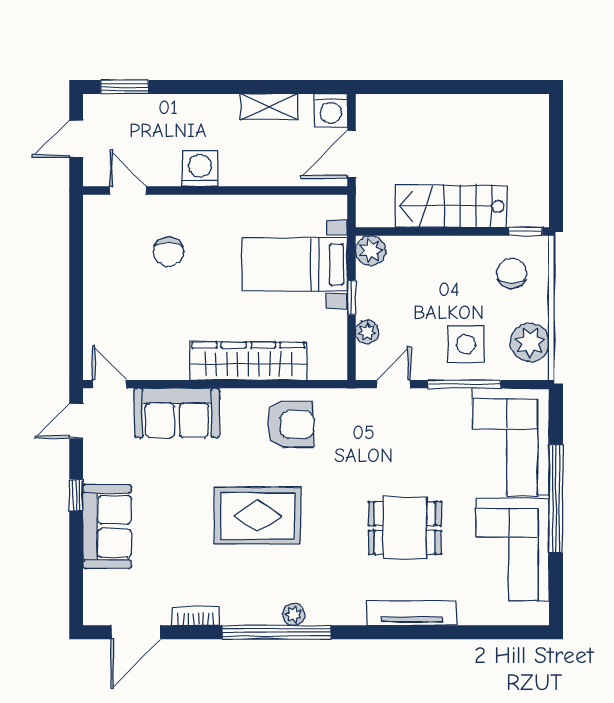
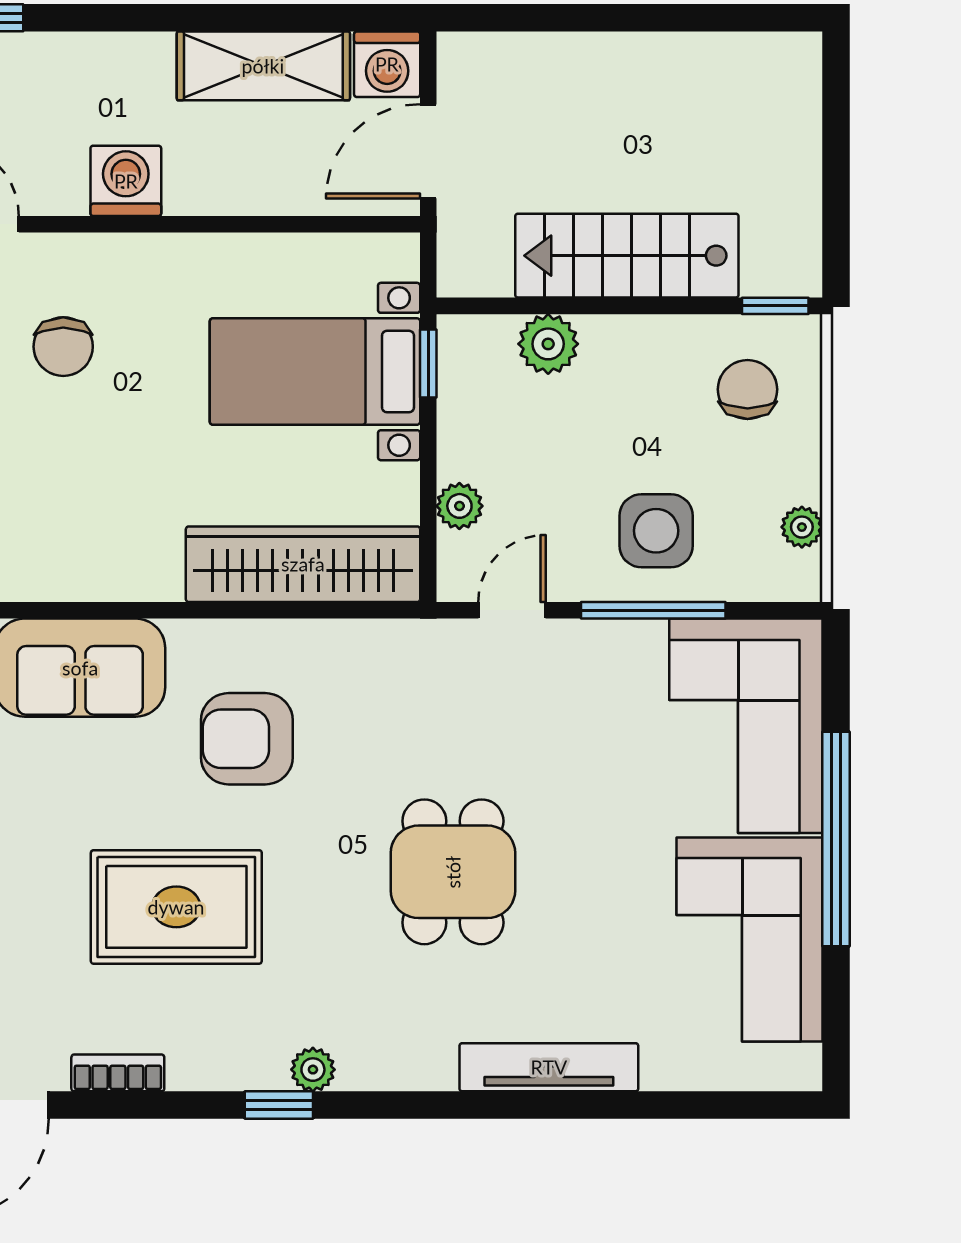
shelving: (269, 107) -> (263, 66), width x1.50, depth x1.33
plant: (371, 251) -> (548, 344), moved
window: (351, 298) -> (428, 364), moved
plant: (530, 342) -> (802, 527), width x0.53, depth x0.53
wardrobe: (248, 361) -> (303, 564), moved
armchair: (291, 424) -> (247, 739), moved, turned 180
rug: (257, 516) -> (176, 907), moved
dining table: (405, 528) -> (453, 872), moved, turned 90
window: (277, 632) -> (279, 1105), width x0.32

